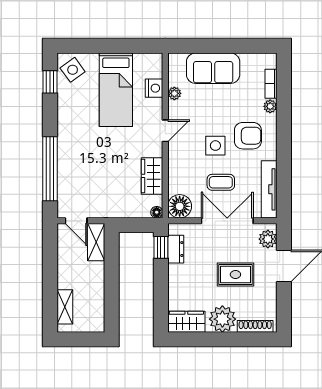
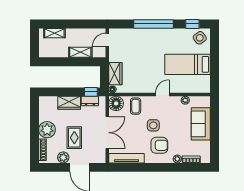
nightstand: (154, 88) -> (188, 88), removed
door: (165, 131) -> (162, 95), swing flipped
armchair: (248, 136) -> (159, 145), turned -90
window: (50, 169) -> (154, 24), moved
wardrobe: (152, 176) -> (115, 74), moved, turned 90
coffee table: (221, 182) -> (136, 106), moved
plant: (268, 239) -> (63, 157), moved
shelving: (96, 242) -> (80, 52), moved
wardrobe: (186, 322) -> (69, 103), moved, turned 90

